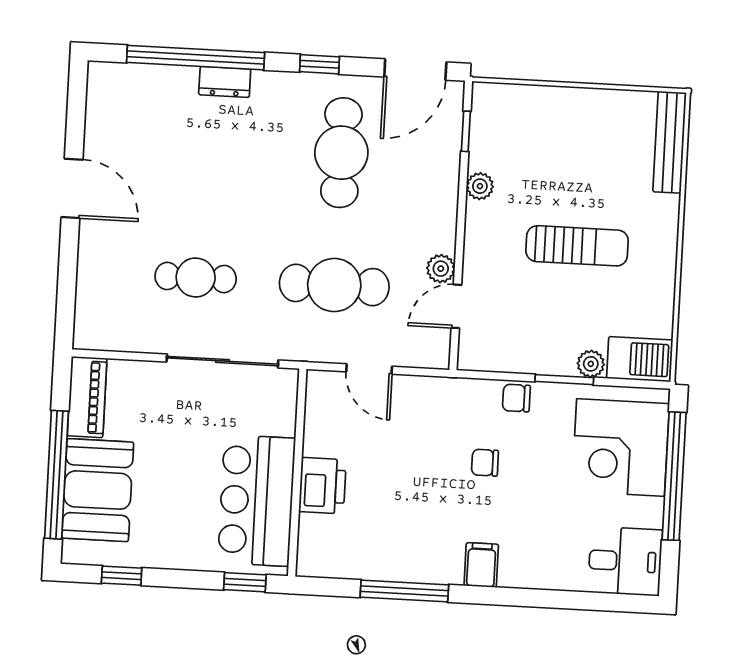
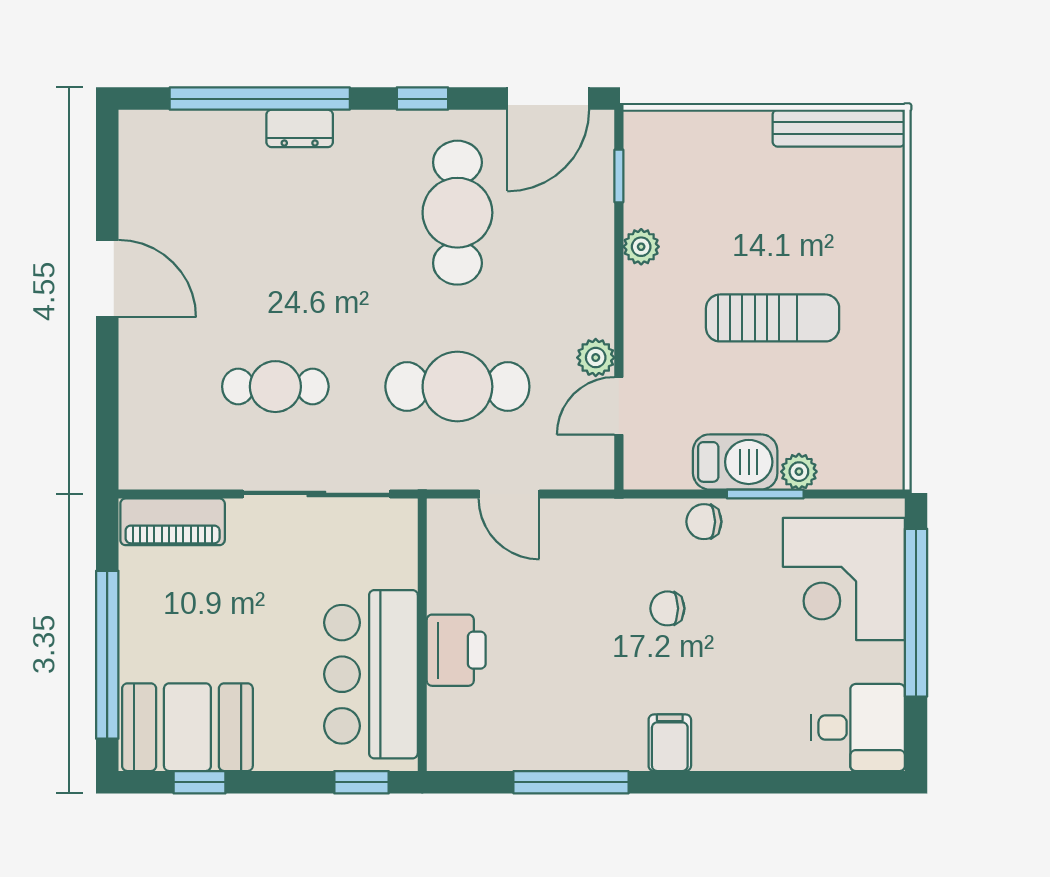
bench: (670, 142) -> (839, 128), moved, turned 90
barbecue: (640, 359) -> (735, 462), moved
piano: (87, 397) -> (173, 522), moved, turned 90
booth: (98, 490) -> (187, 727), moved, turned 90

